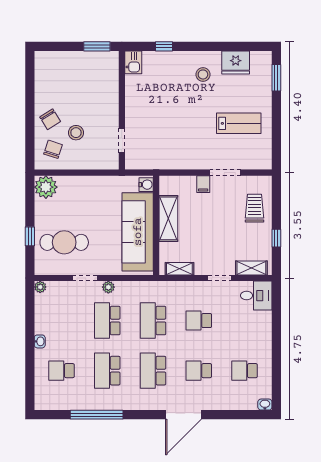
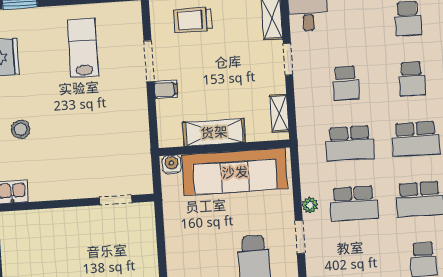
stool: (203, 74) -> (21, 129), moved
stool: (76, 133) -> (109, 261), removed

